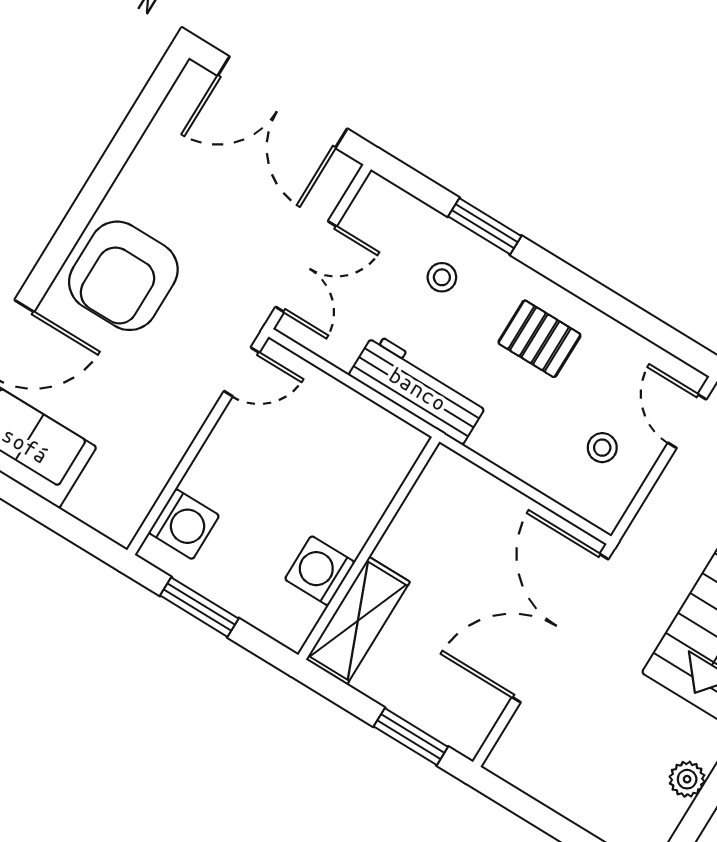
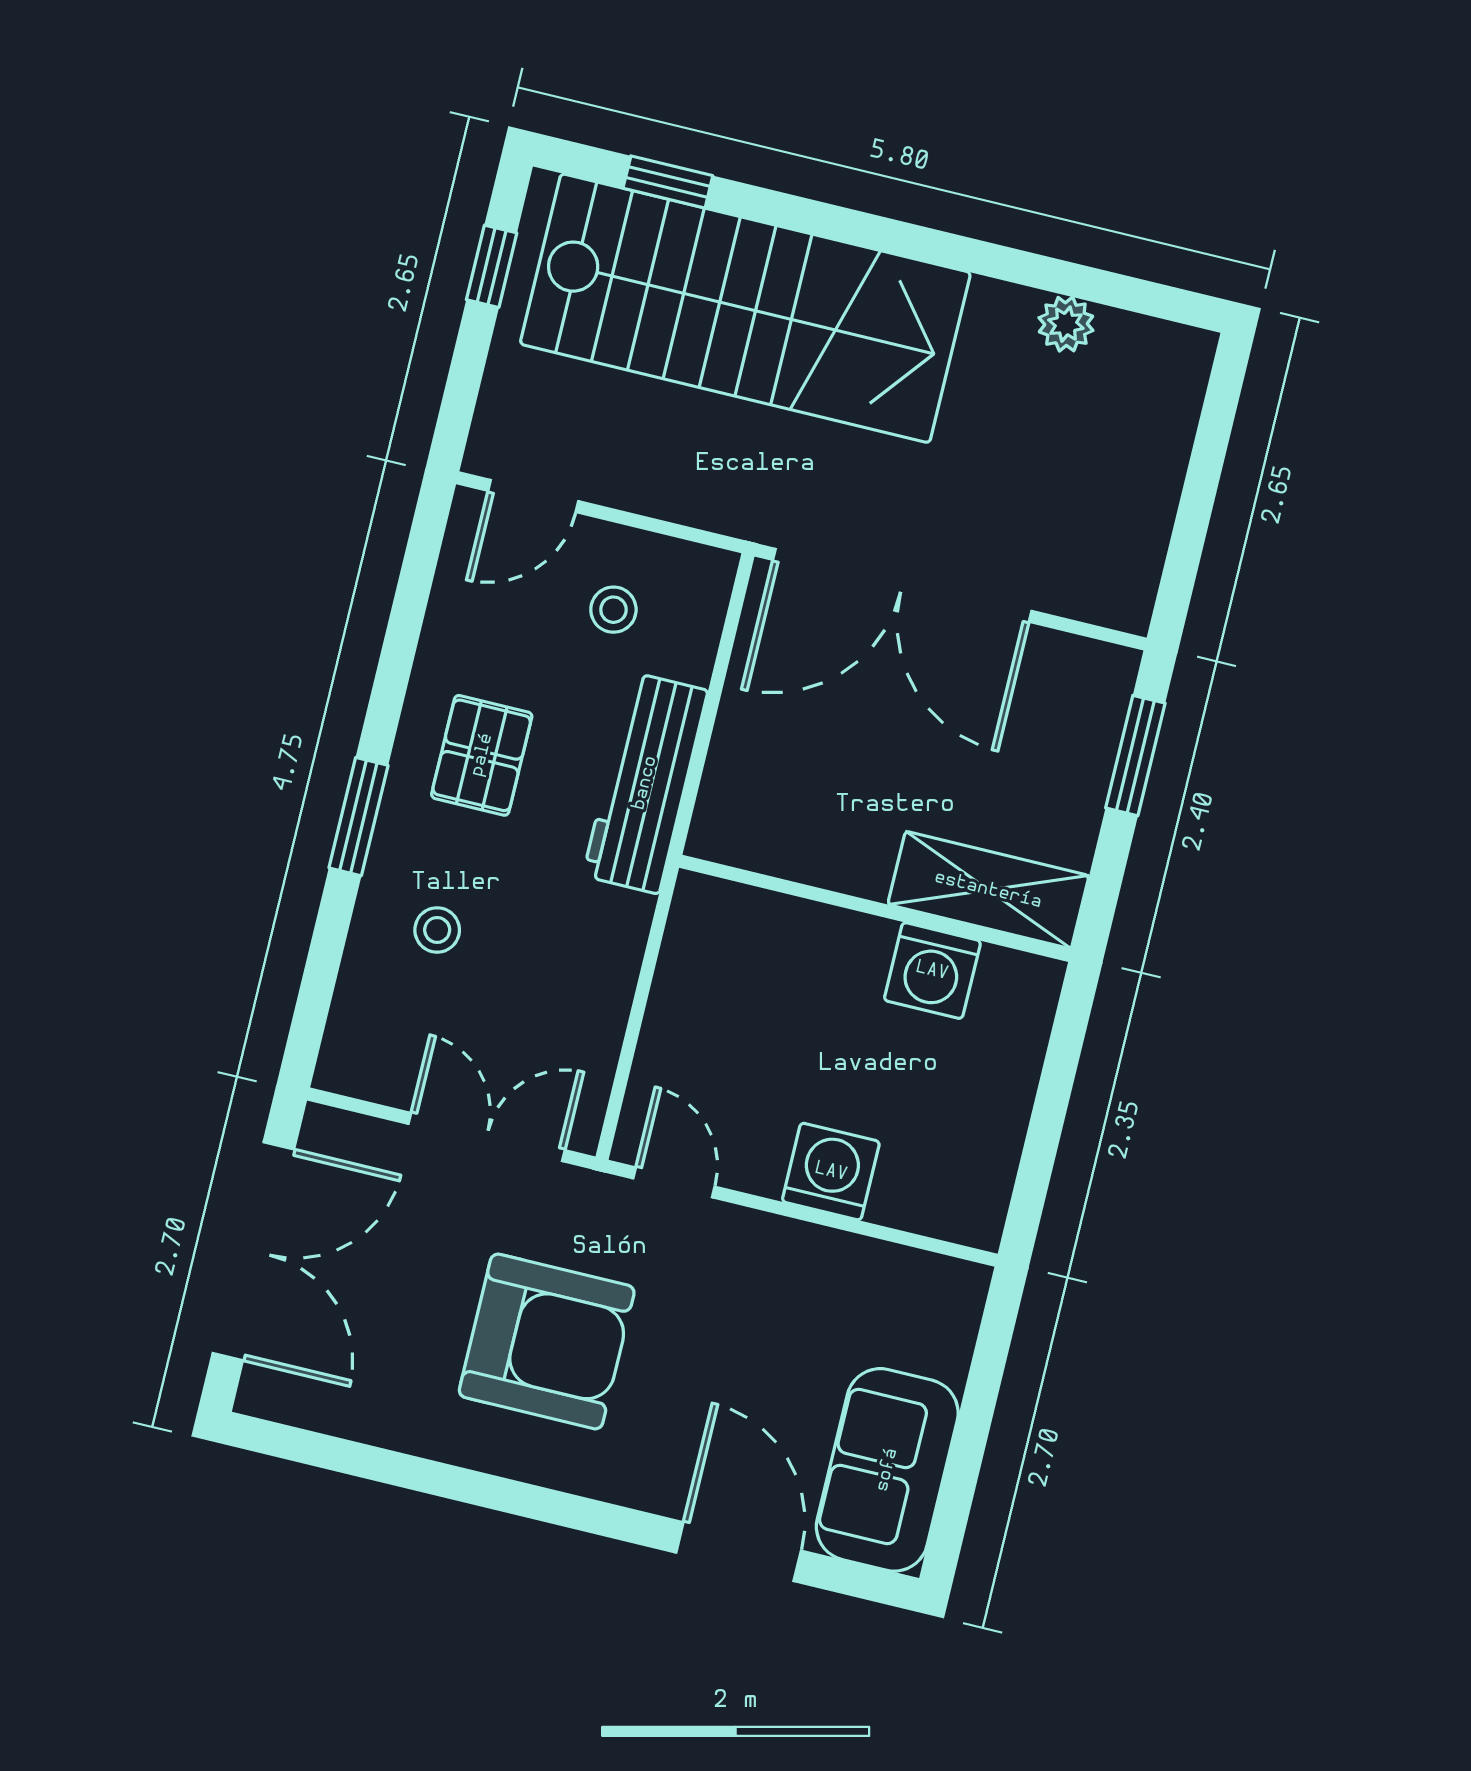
window: (485, 226) -> (358, 817), moved
armchair: (123, 276) -> (547, 1341), moved
workbench: (418, 389) -> (645, 783), moved
washing machine: (184, 524) -> (831, 1172), moved
window: (199, 607) -> (1044, 1132), removed

